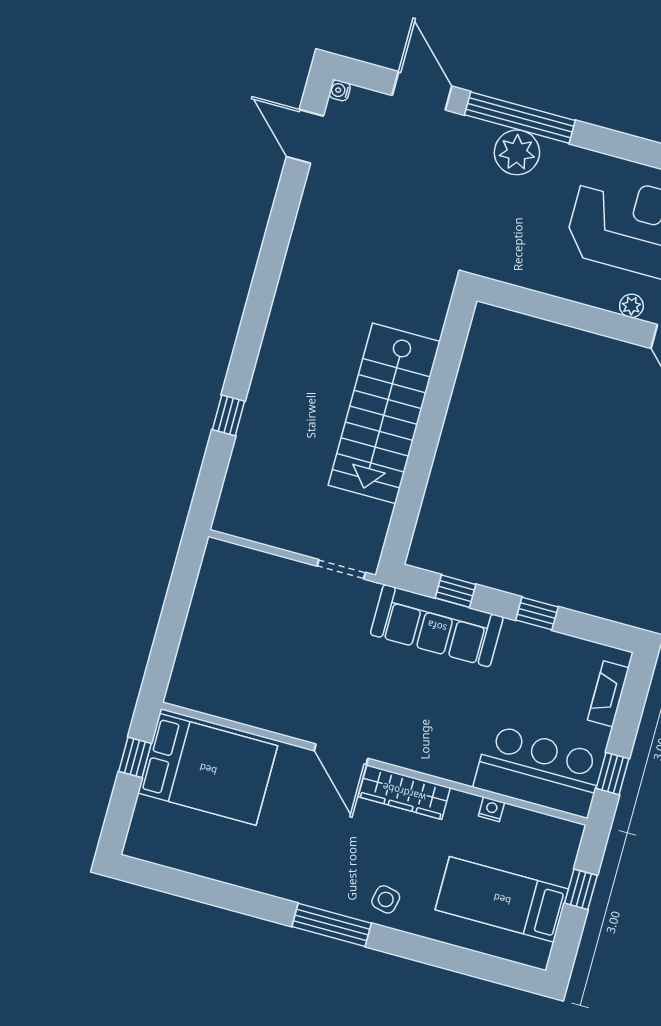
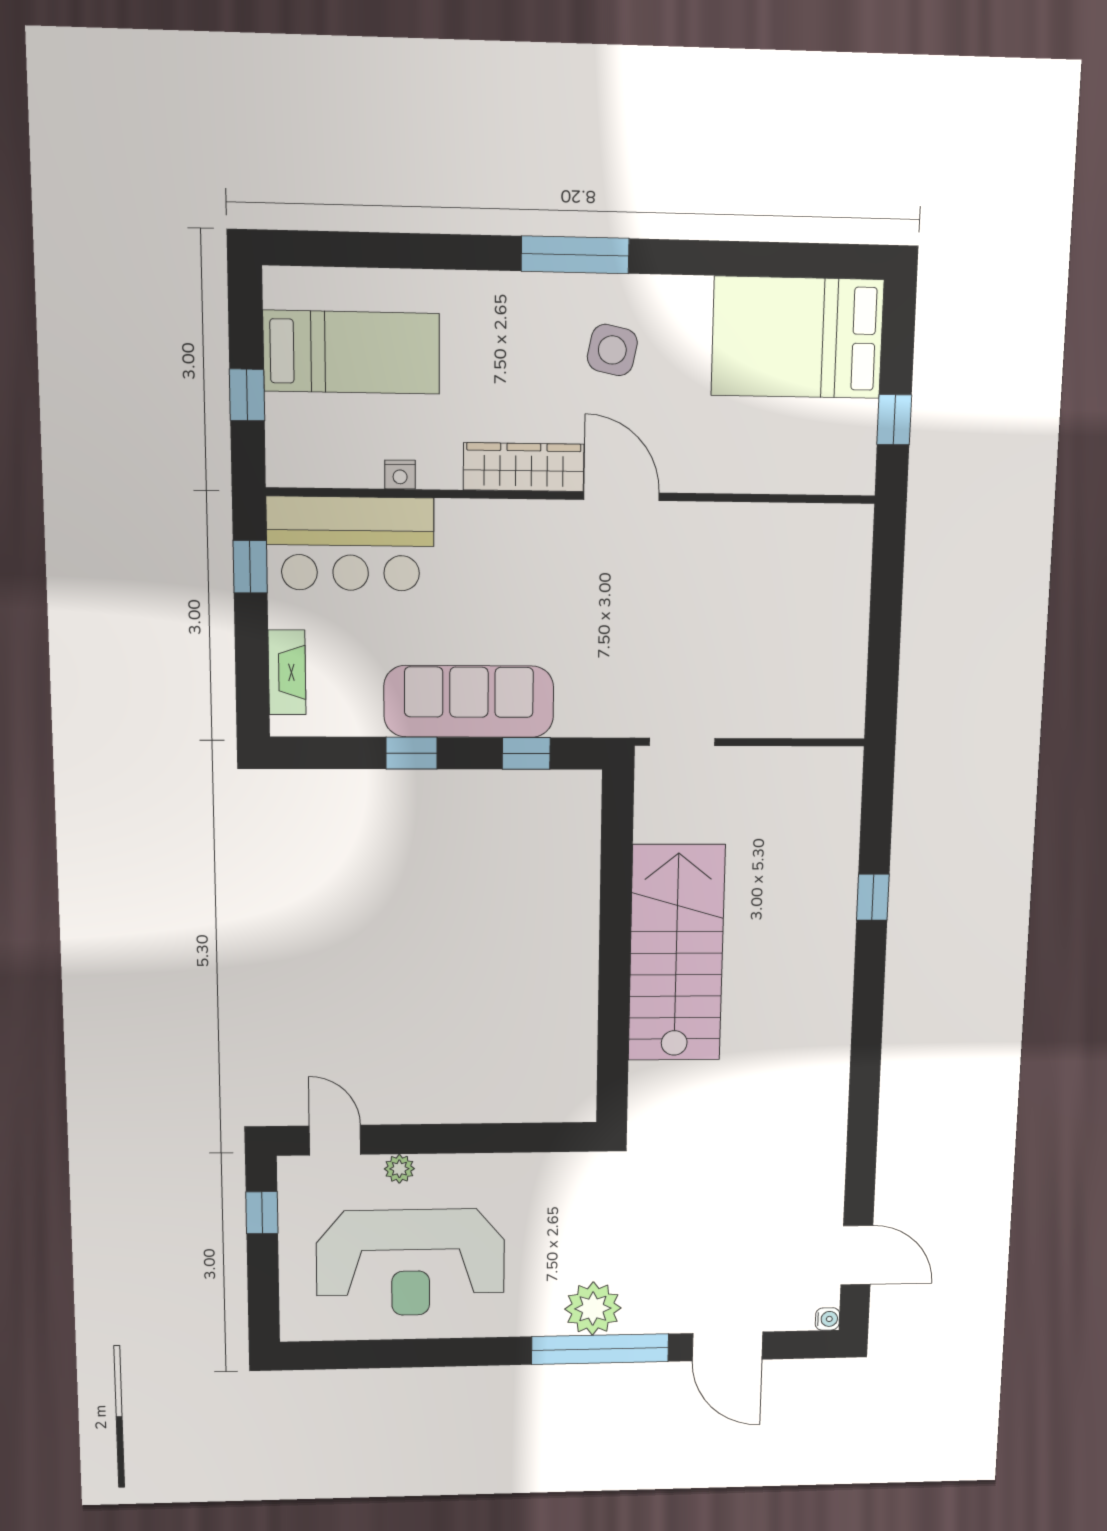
sofa: (437, 626) -> (469, 701), moved
bed: (208, 769) -> (797, 338), moved
side table: (386, 899) -> (612, 350), moved, width x1.37, depth x1.37

